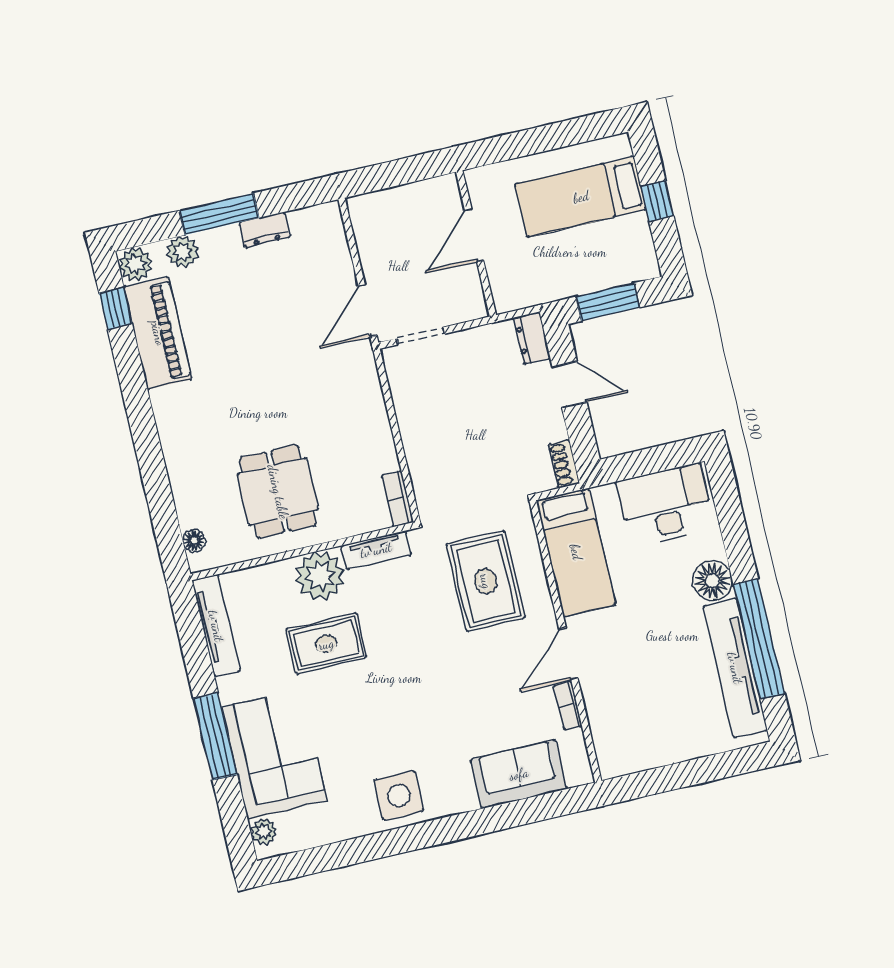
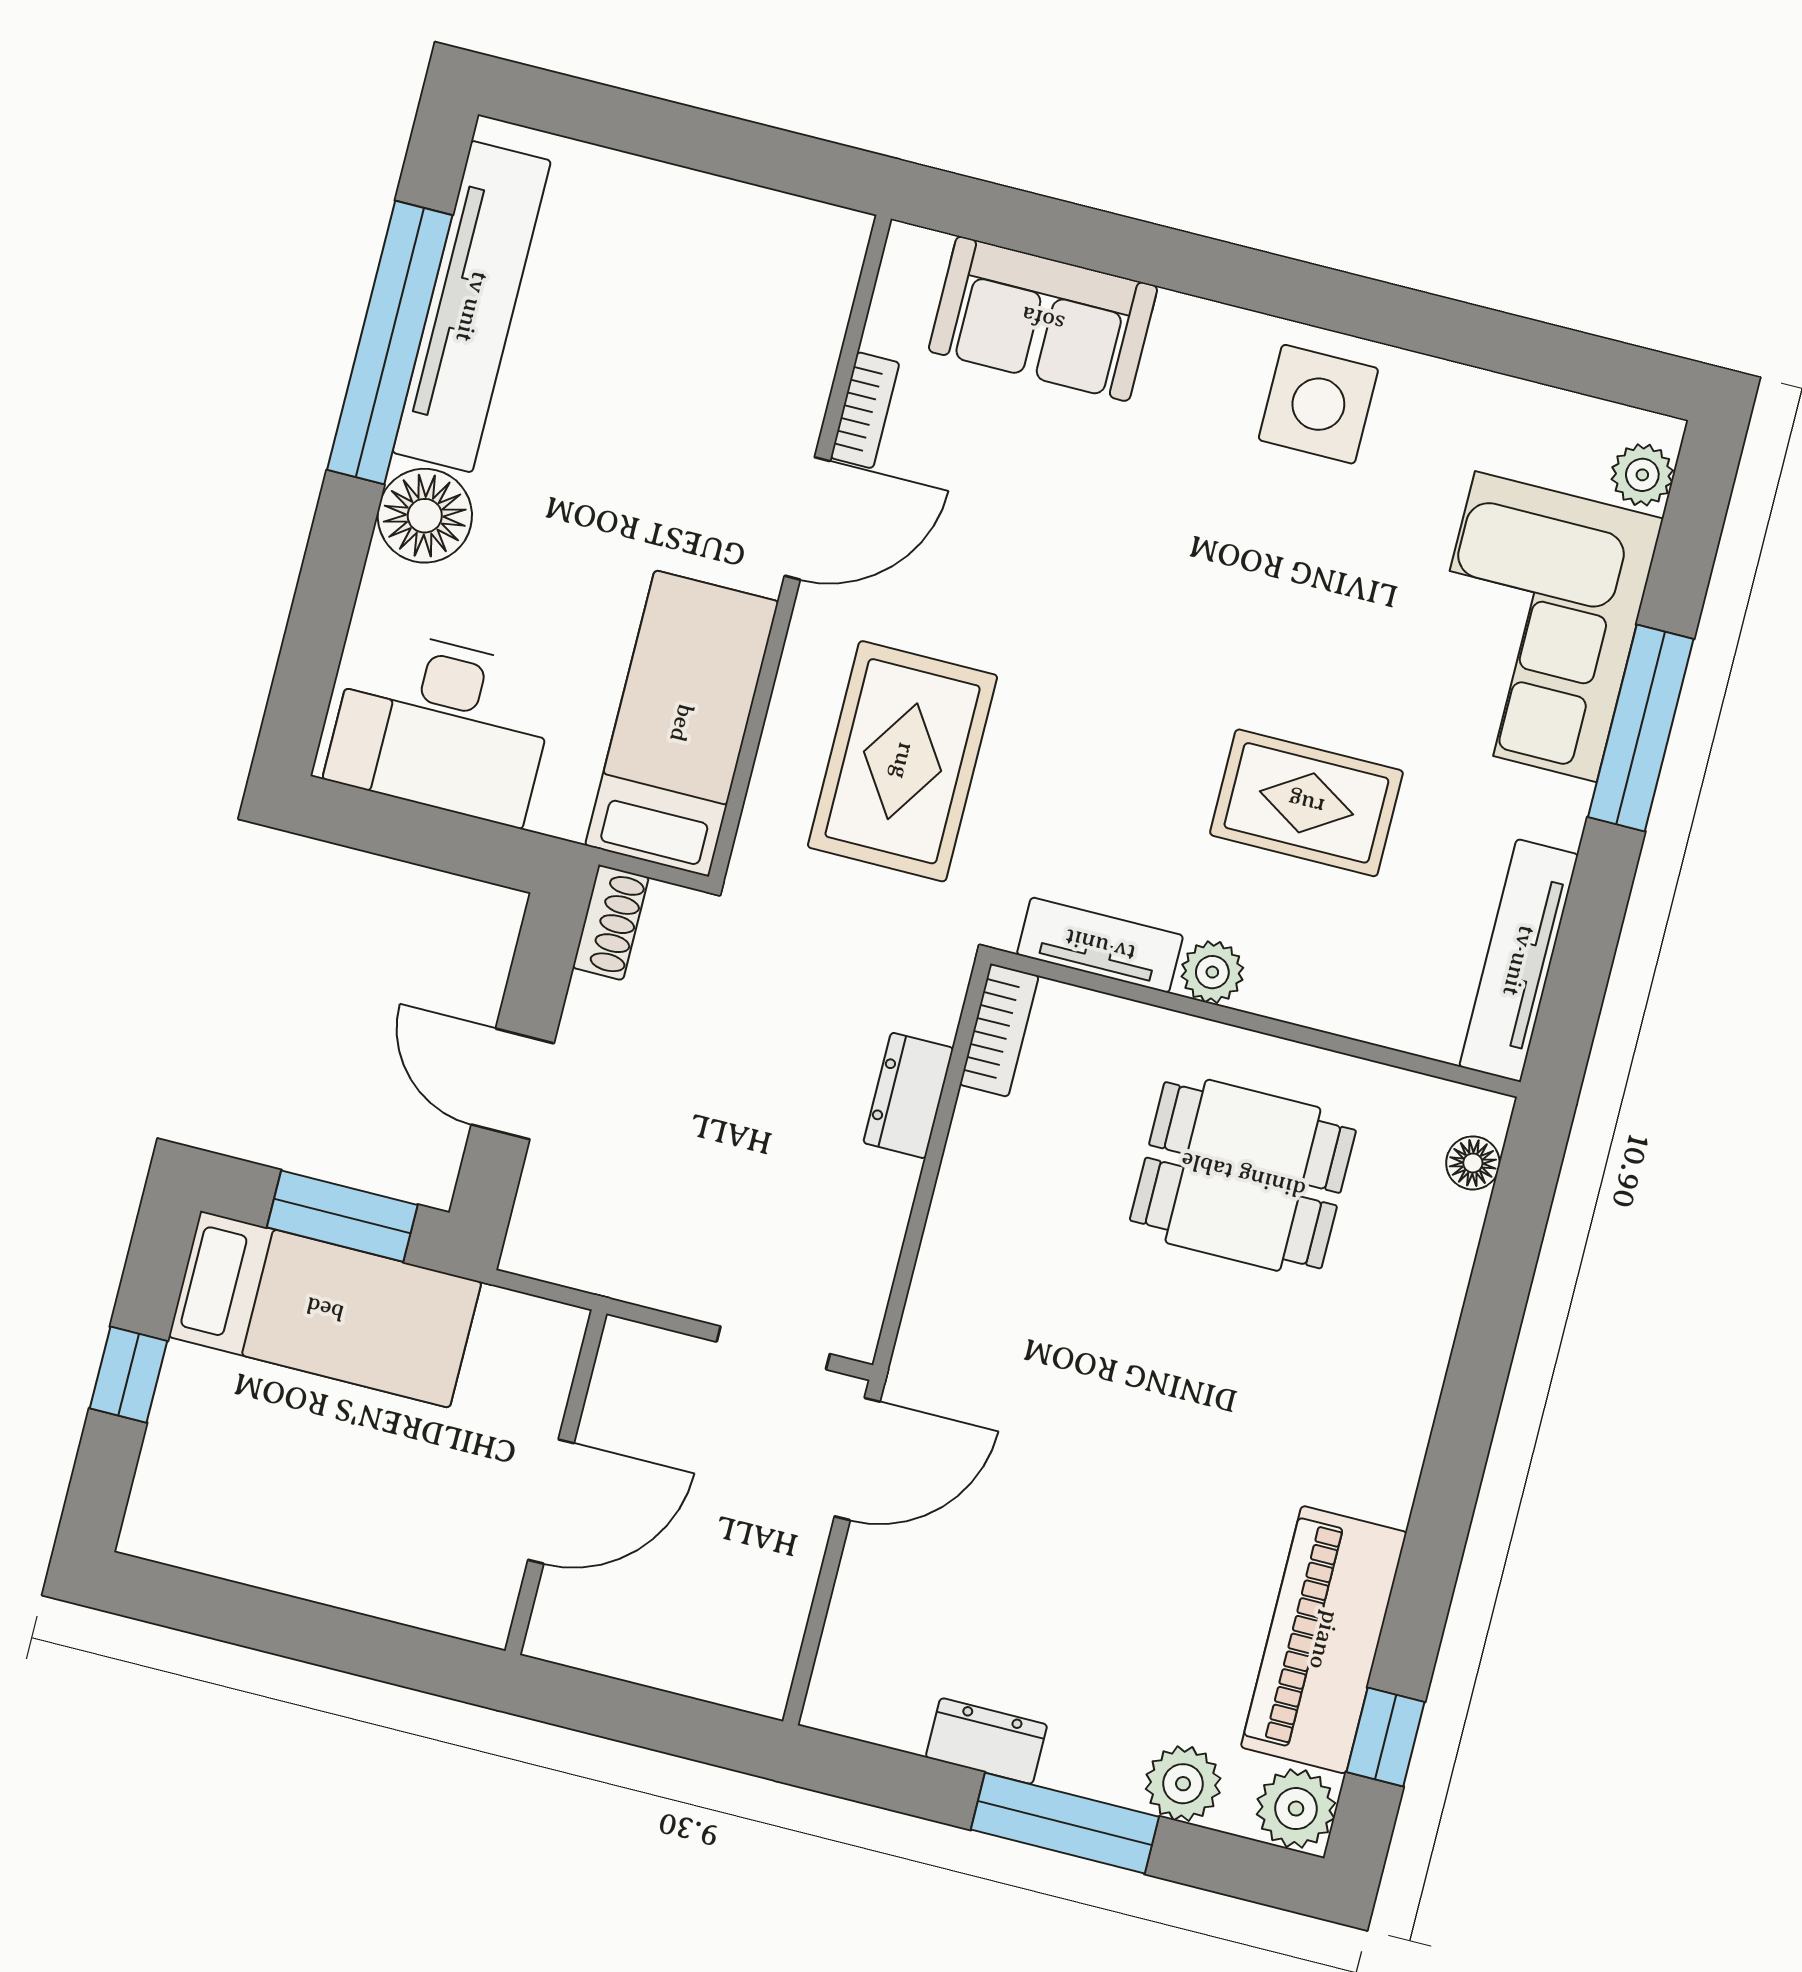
bed: (581, 197) -> (325, 1309), moved
dresser: (532, 338) -> (908, 1095), moved, turned 180
dining table: (278, 492) -> (1243, 1175), turned 90
plant: (320, 576) -> (1212, 972), width x0.53, depth x0.53

